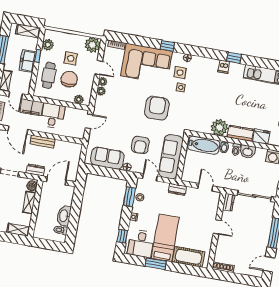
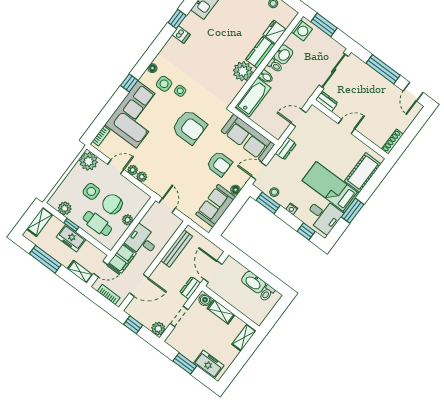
plant: (79, 99) -> (128, 220), moved
armchair: (157, 108) -> (189, 127), turned 180
bench: (43, 142) -> (177, 248), moved, width x1.36

